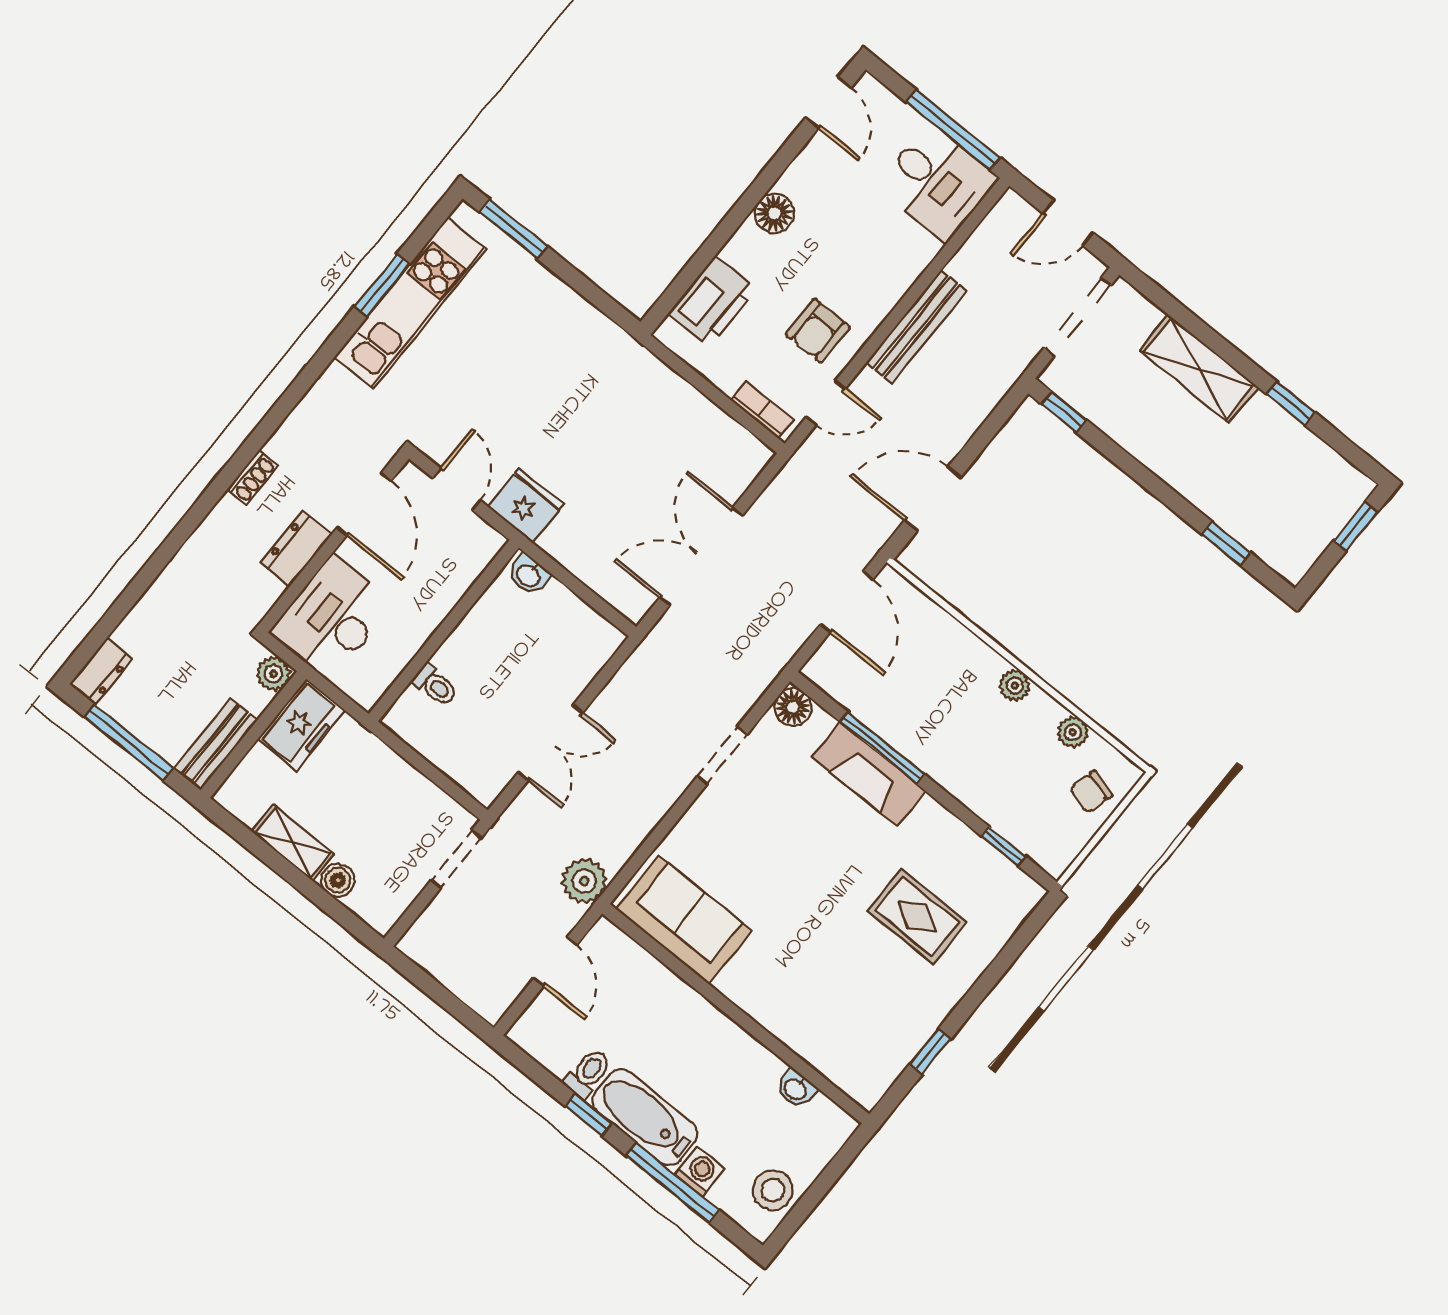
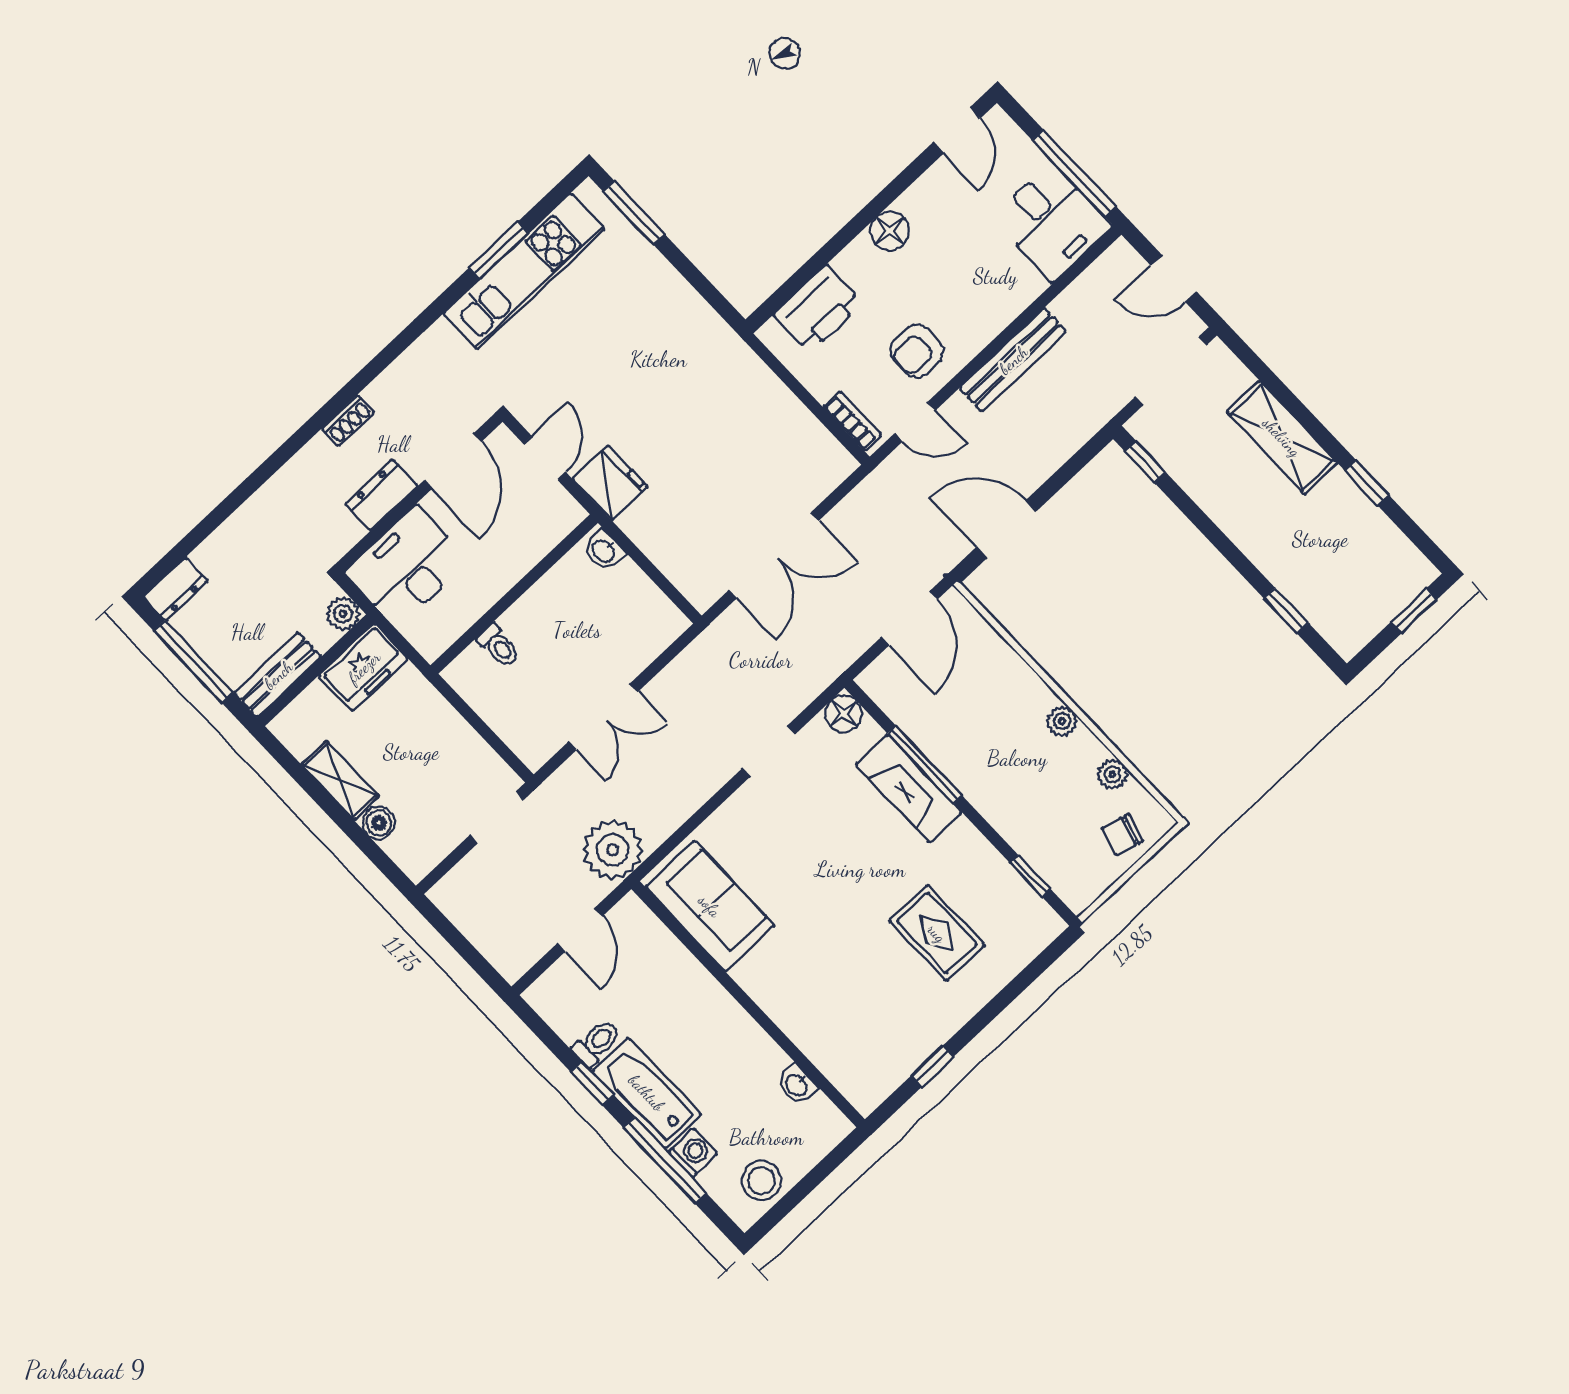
double door: (701, 557) -> (774, 555), swing flipped
plant: (584, 881) -> (613, 850), width x1.36, depth x1.36

